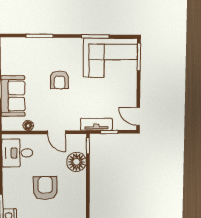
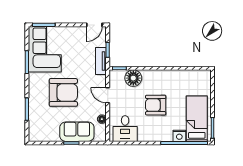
armchair: (60, 80) -> (63, 92), width x1.88, depth x1.88
door: (57, 132) -> (108, 95), swing flipped

